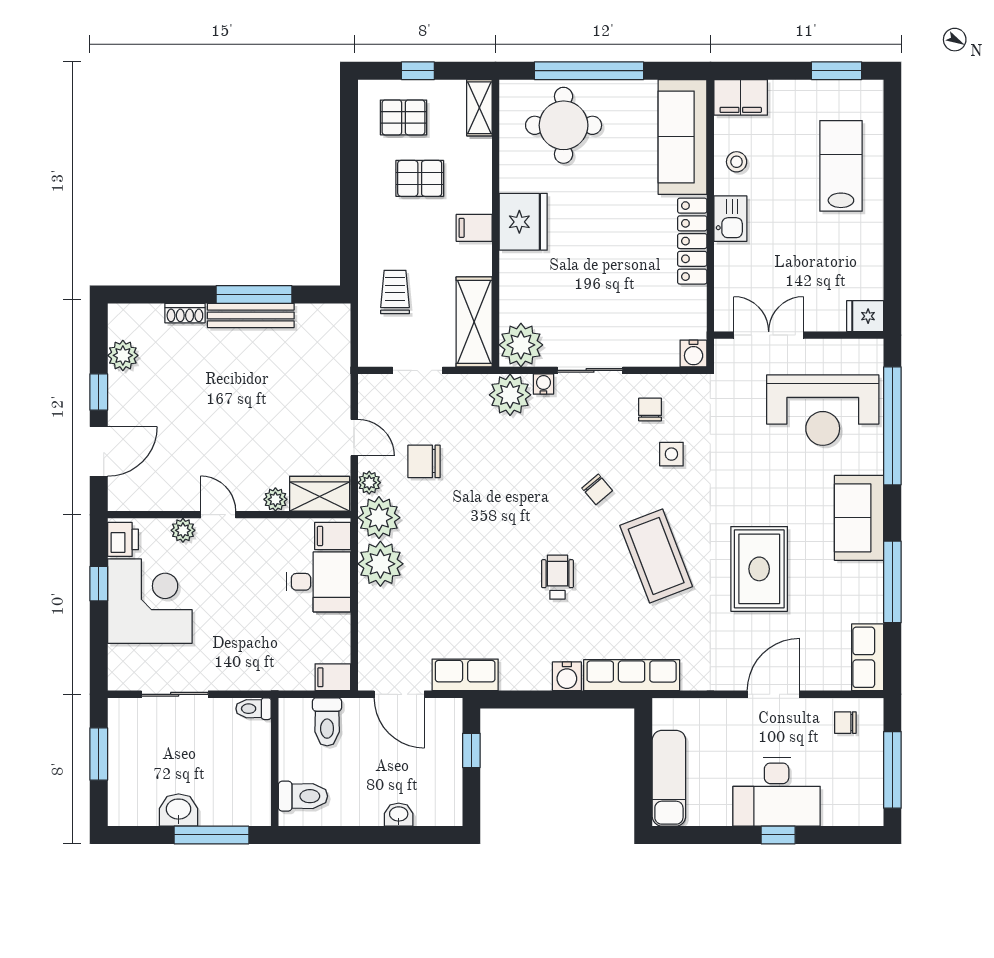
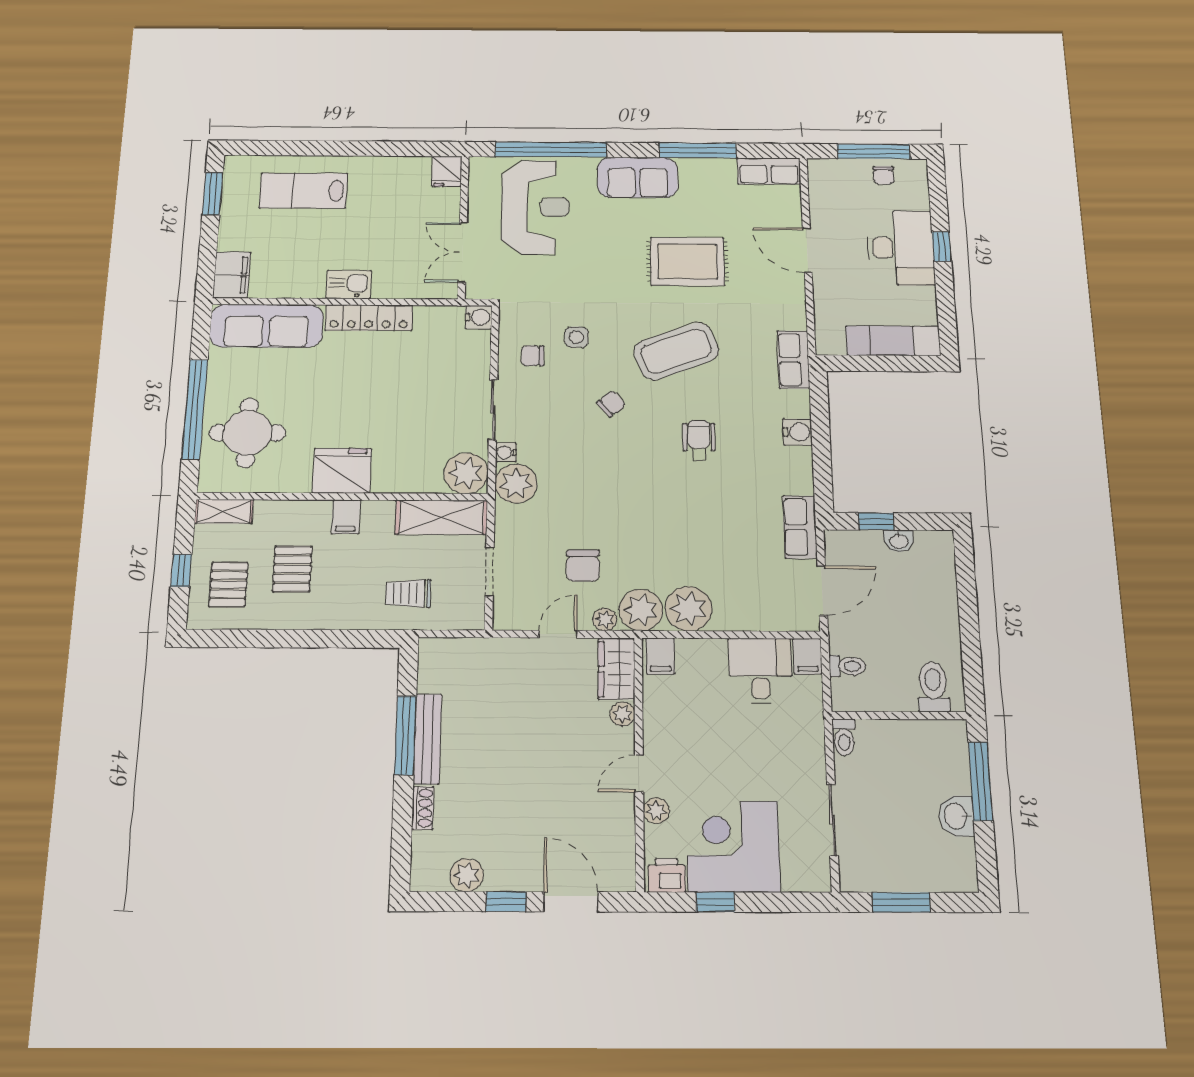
stool: (737, 162) -> (294, 279), removed
wheelchair: (557, 577) -> (699, 440), turned 90
desk: (318, 582) -> (760, 671), moved
row of seats: (632, 675) -> (793, 360), width x0.68
toilet: (327, 722) -> (847, 666), width x0.73, depth x0.72
chair: (845, 723) -> (884, 175), moved
washbasin: (399, 815) -> (899, 541), moved, turned -90

